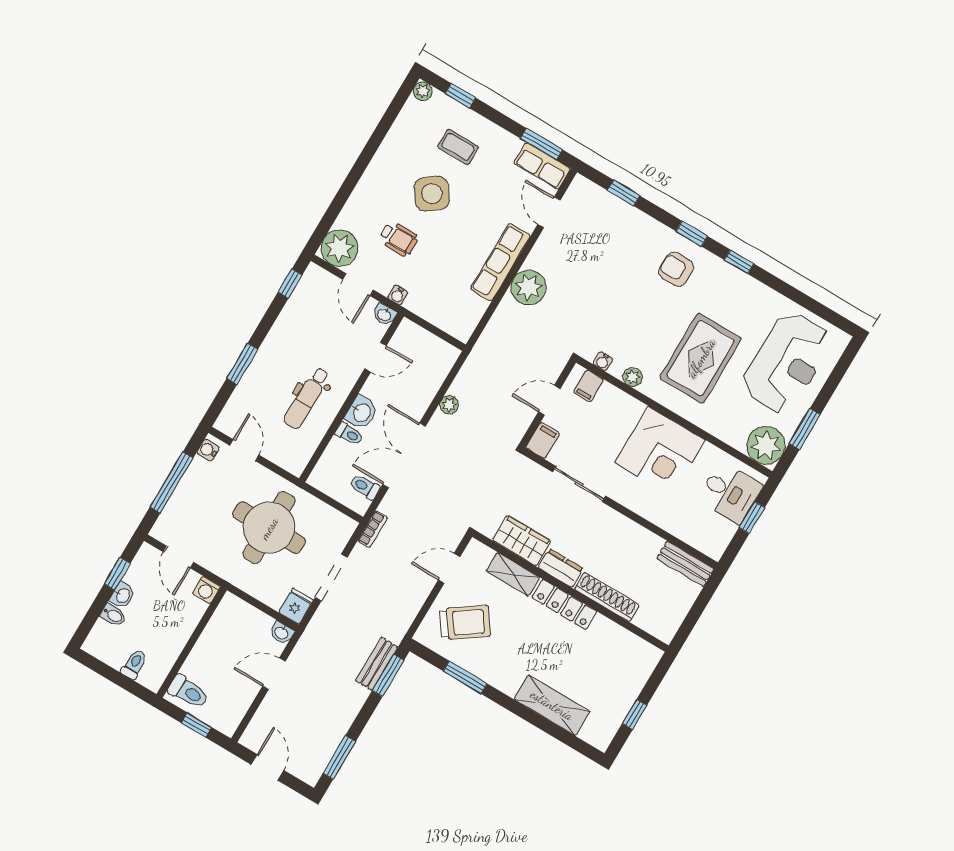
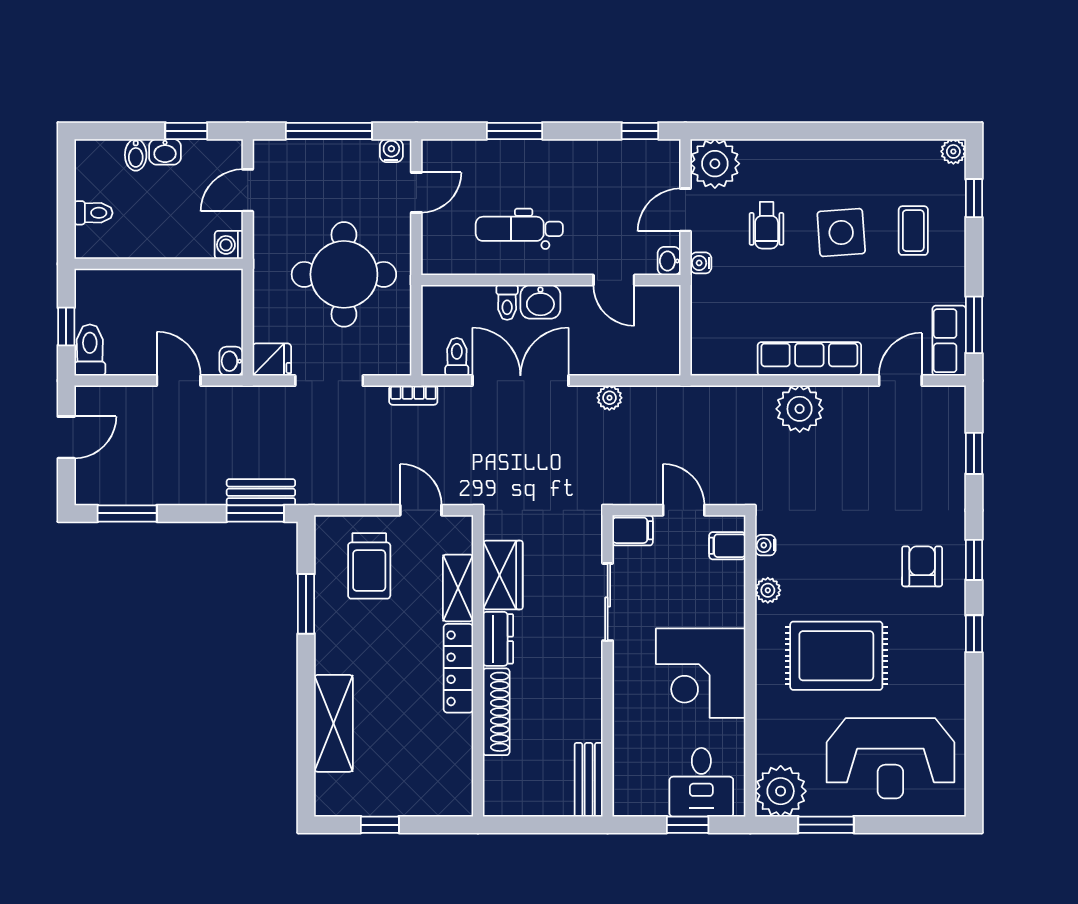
side table: (432, 194) -> (841, 232), turned 33
trolley: (465, 623) -> (369, 566), turned 35
toilet: (188, 692) -> (90, 350), moved, turned 180

